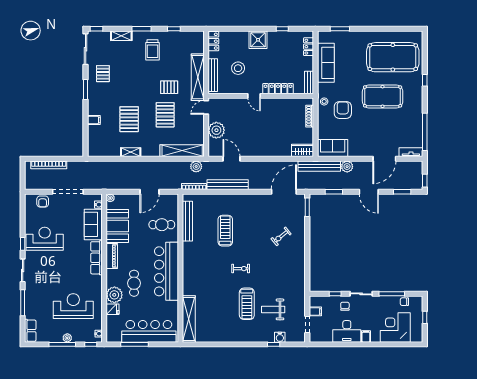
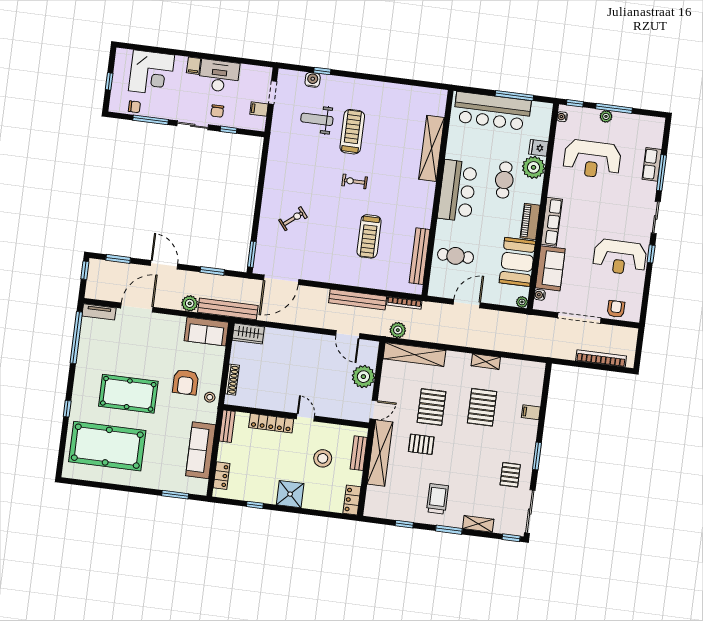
bench: (213, 75) -> (359, 453), width x0.73
bar counter: (166, 271) -> (457, 191), width x0.73
weight bench: (273, 309) -> (317, 119), turned 180
shelving: (189, 319) -> (431, 148), moved
row of seats: (30, 331) -> (652, 164), moved

